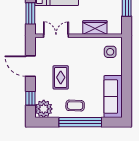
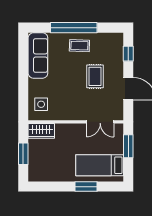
wardrobe: (95, 27) -> (41, 131), moved
plant: (44, 109) -> (114, 42), removed

